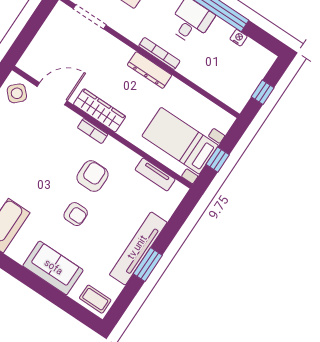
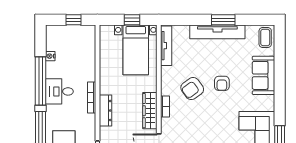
dresser: (150, 70) -> (105, 111), moved
tv unit: (155, 175) -> (166, 46), width x1.41
armchair: (92, 176) -> (192, 89), turned -36
armchair: (76, 214) -> (222, 83), turned 180

